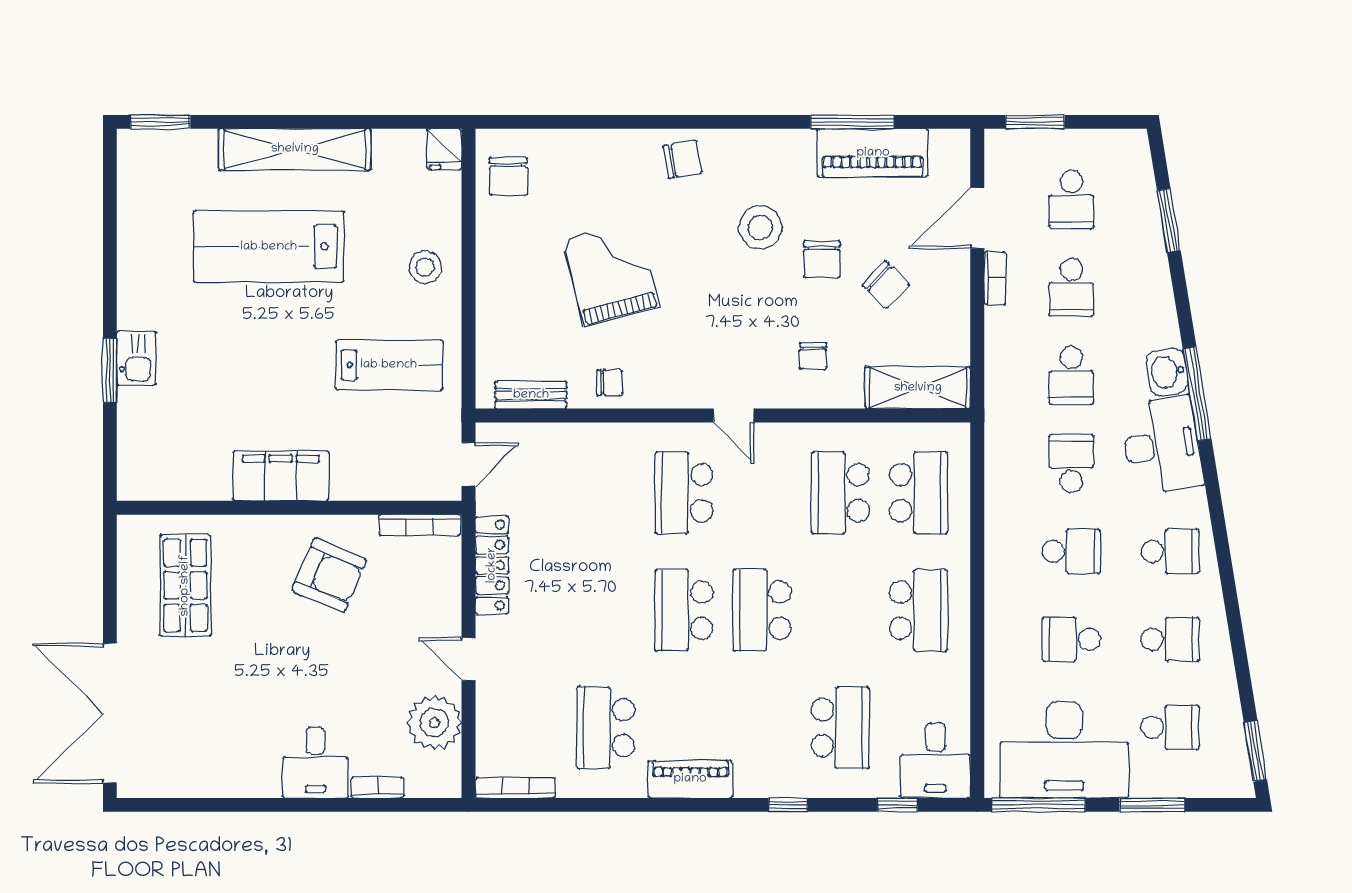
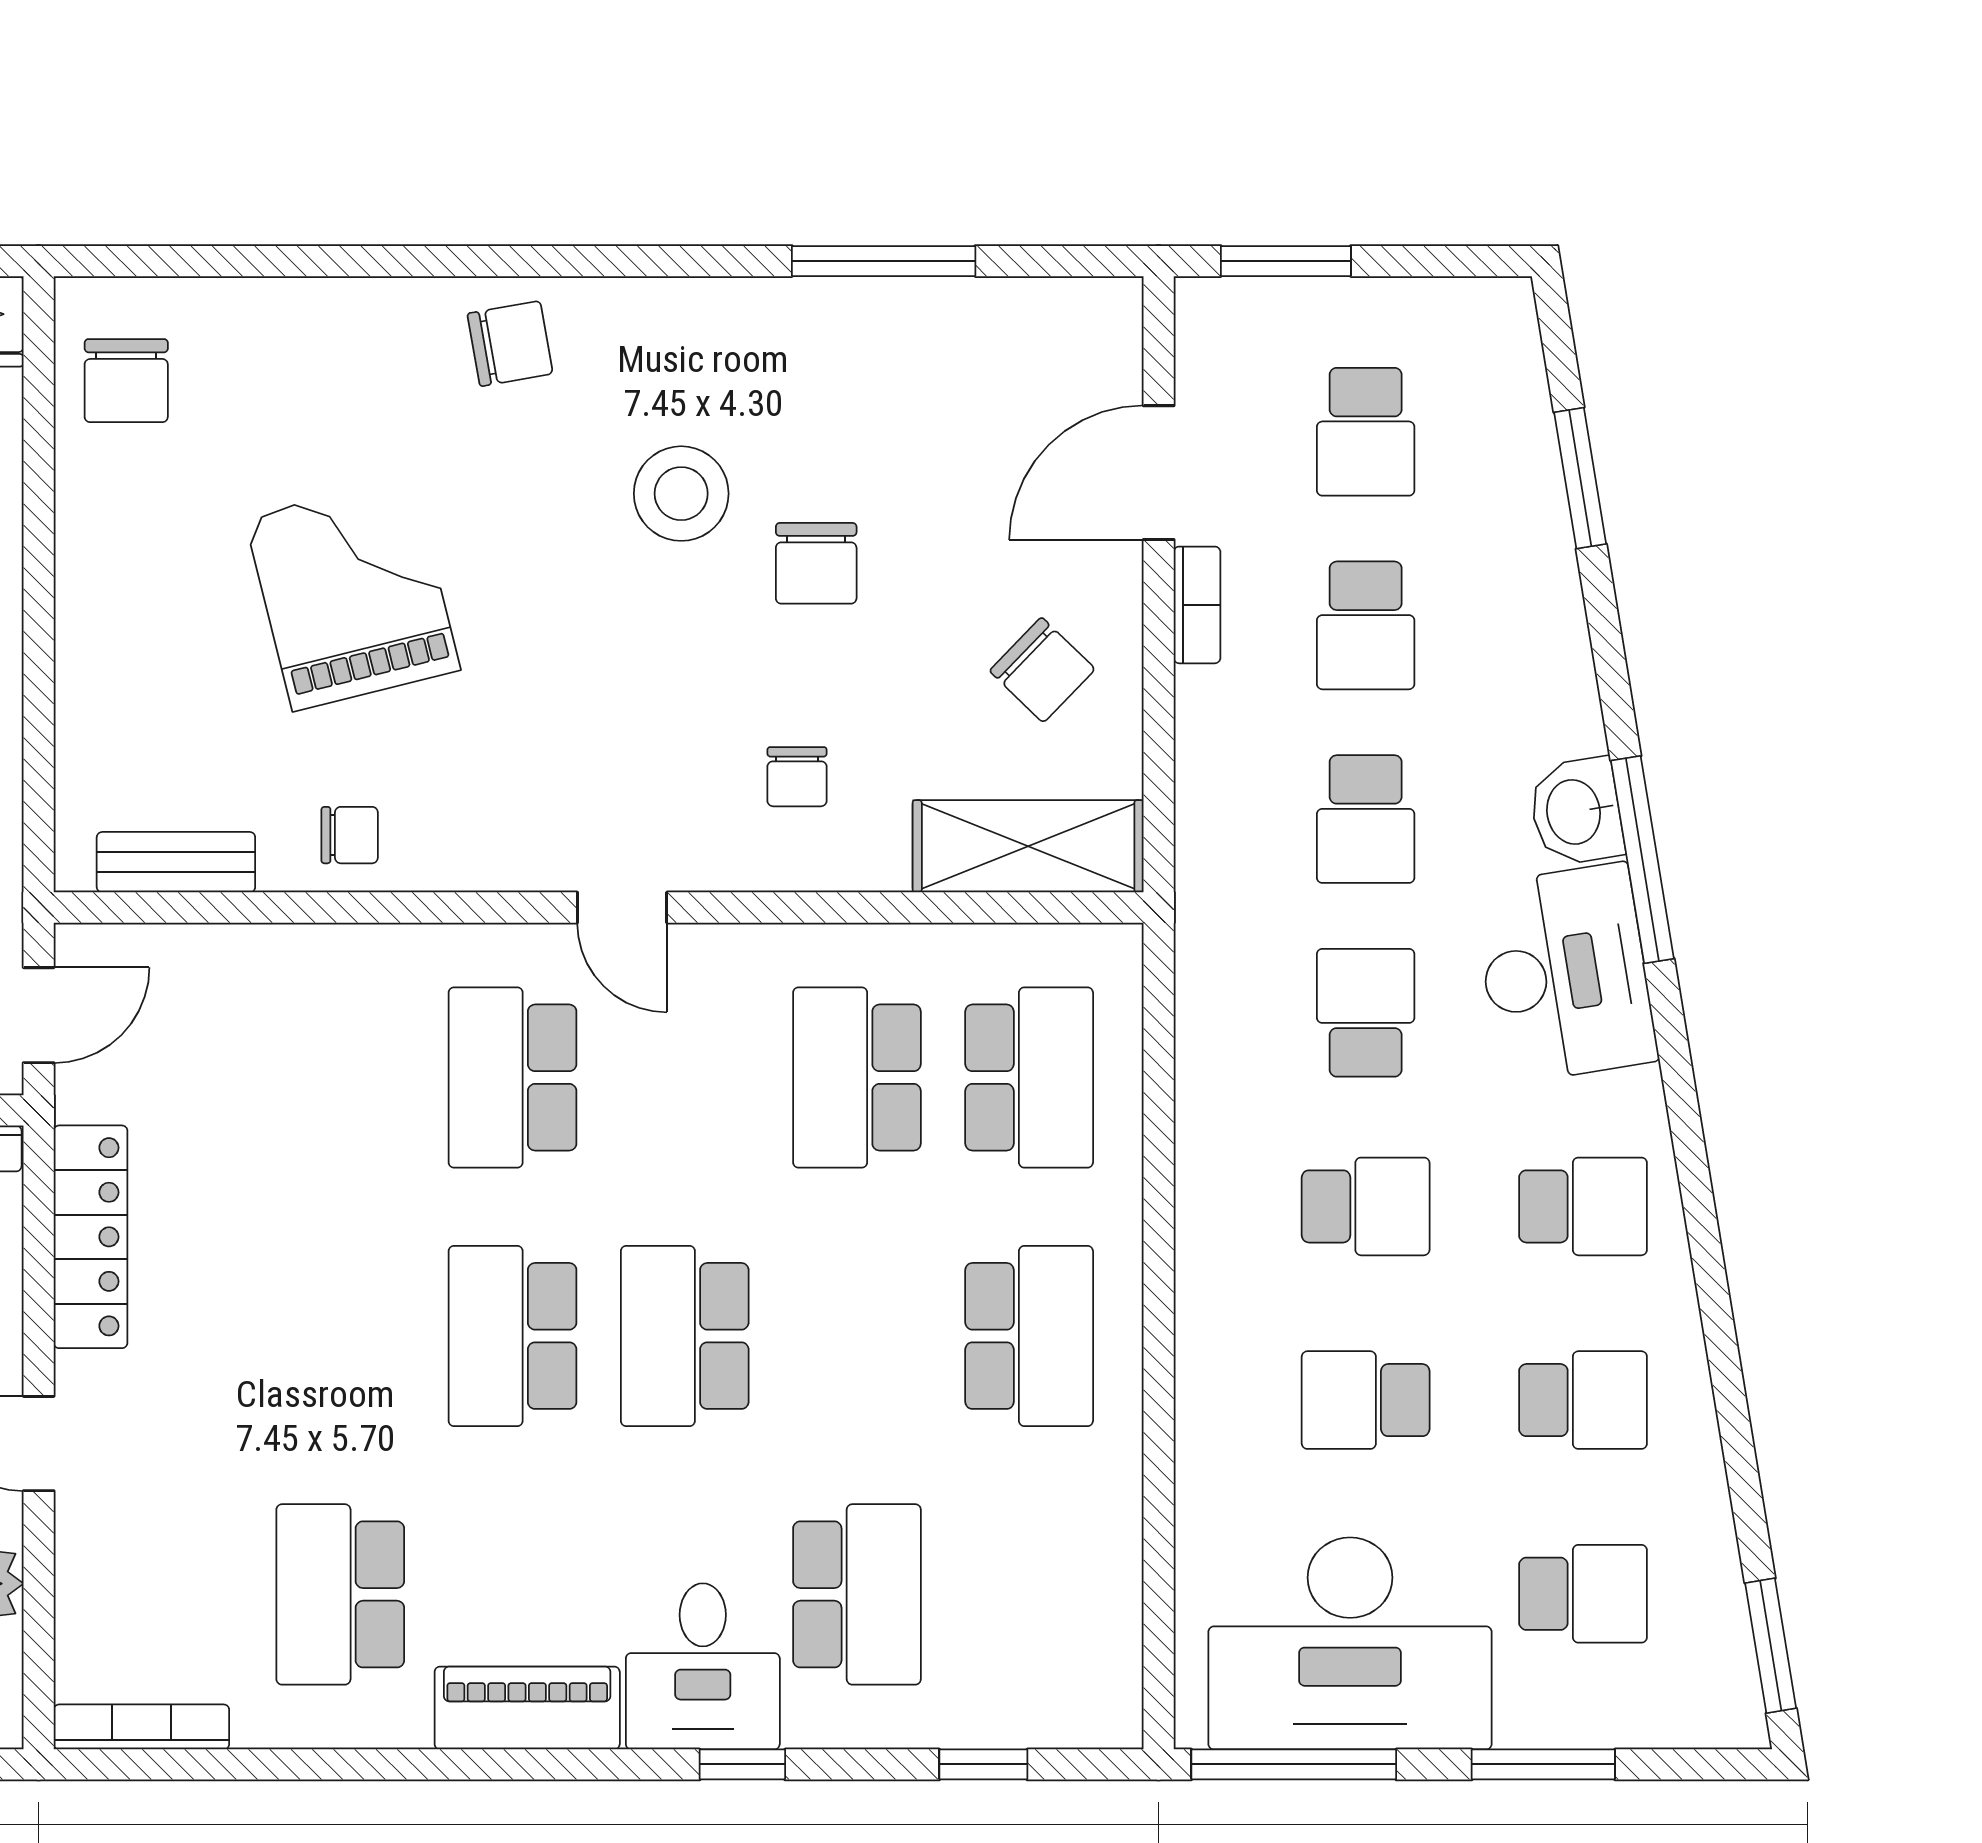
piano: (873, 153) -> (928, 329), removed
chair: (886, 285) -> (1042, 670), moved
desk: (935, 760) -> (703, 1666), moved

